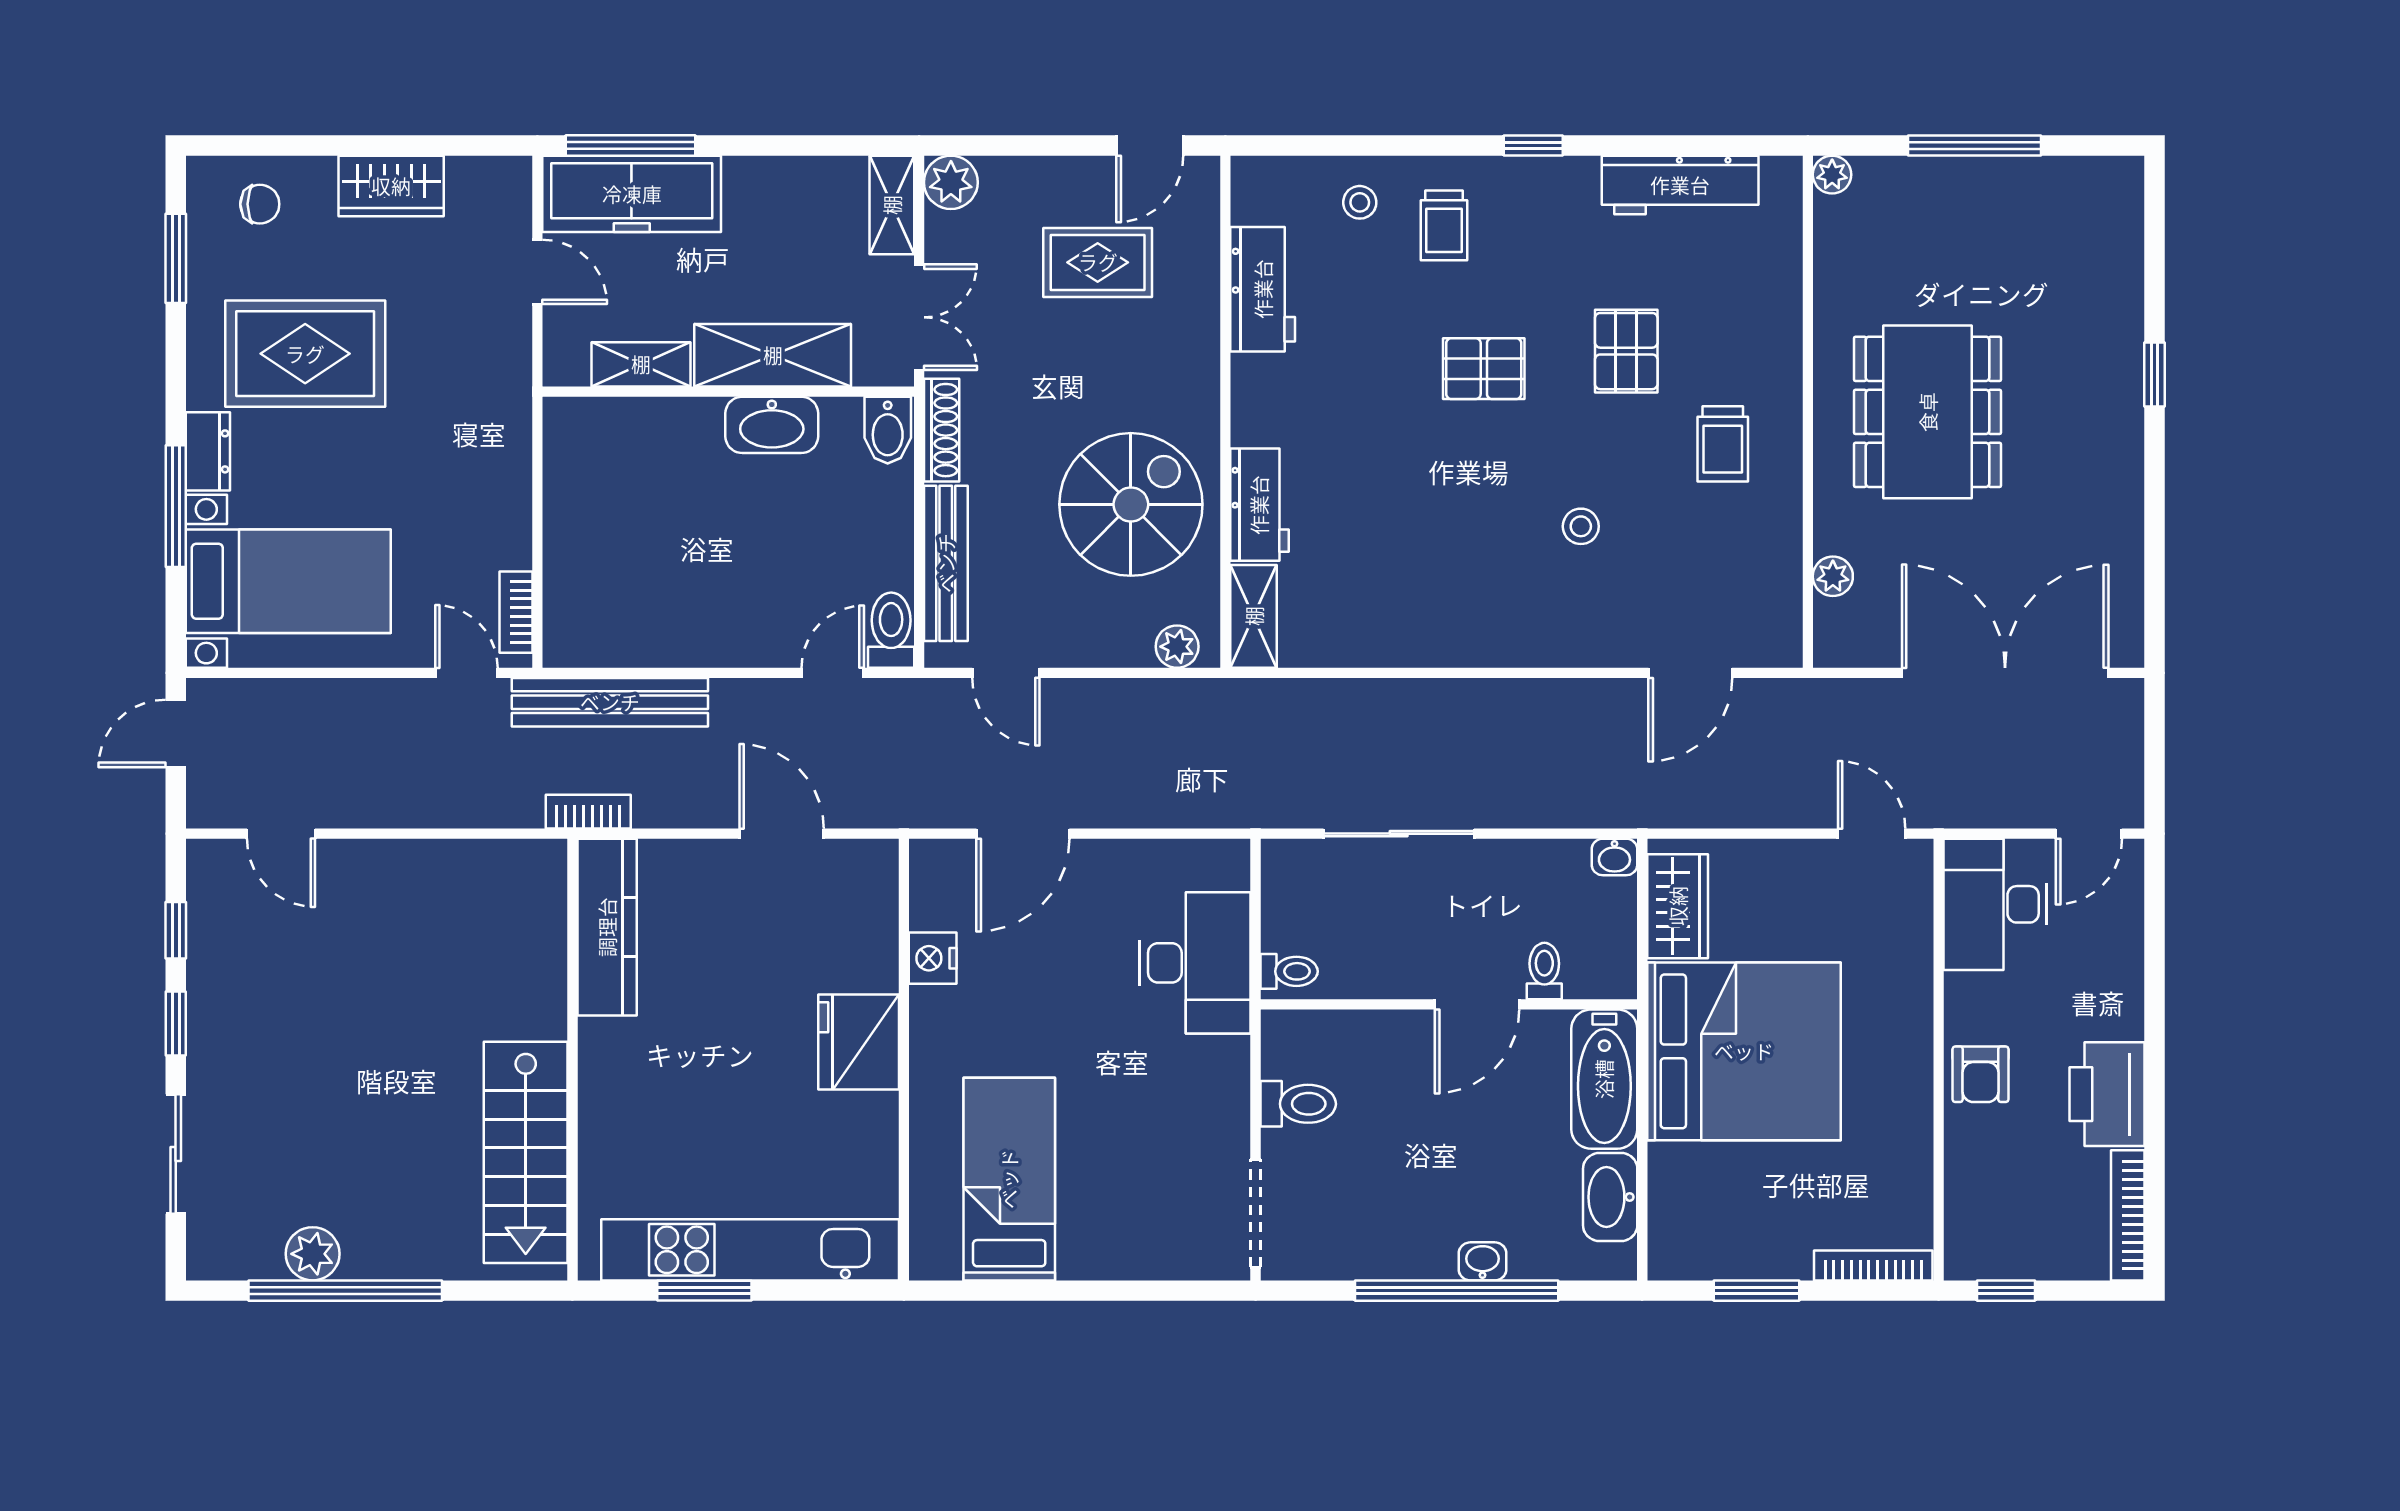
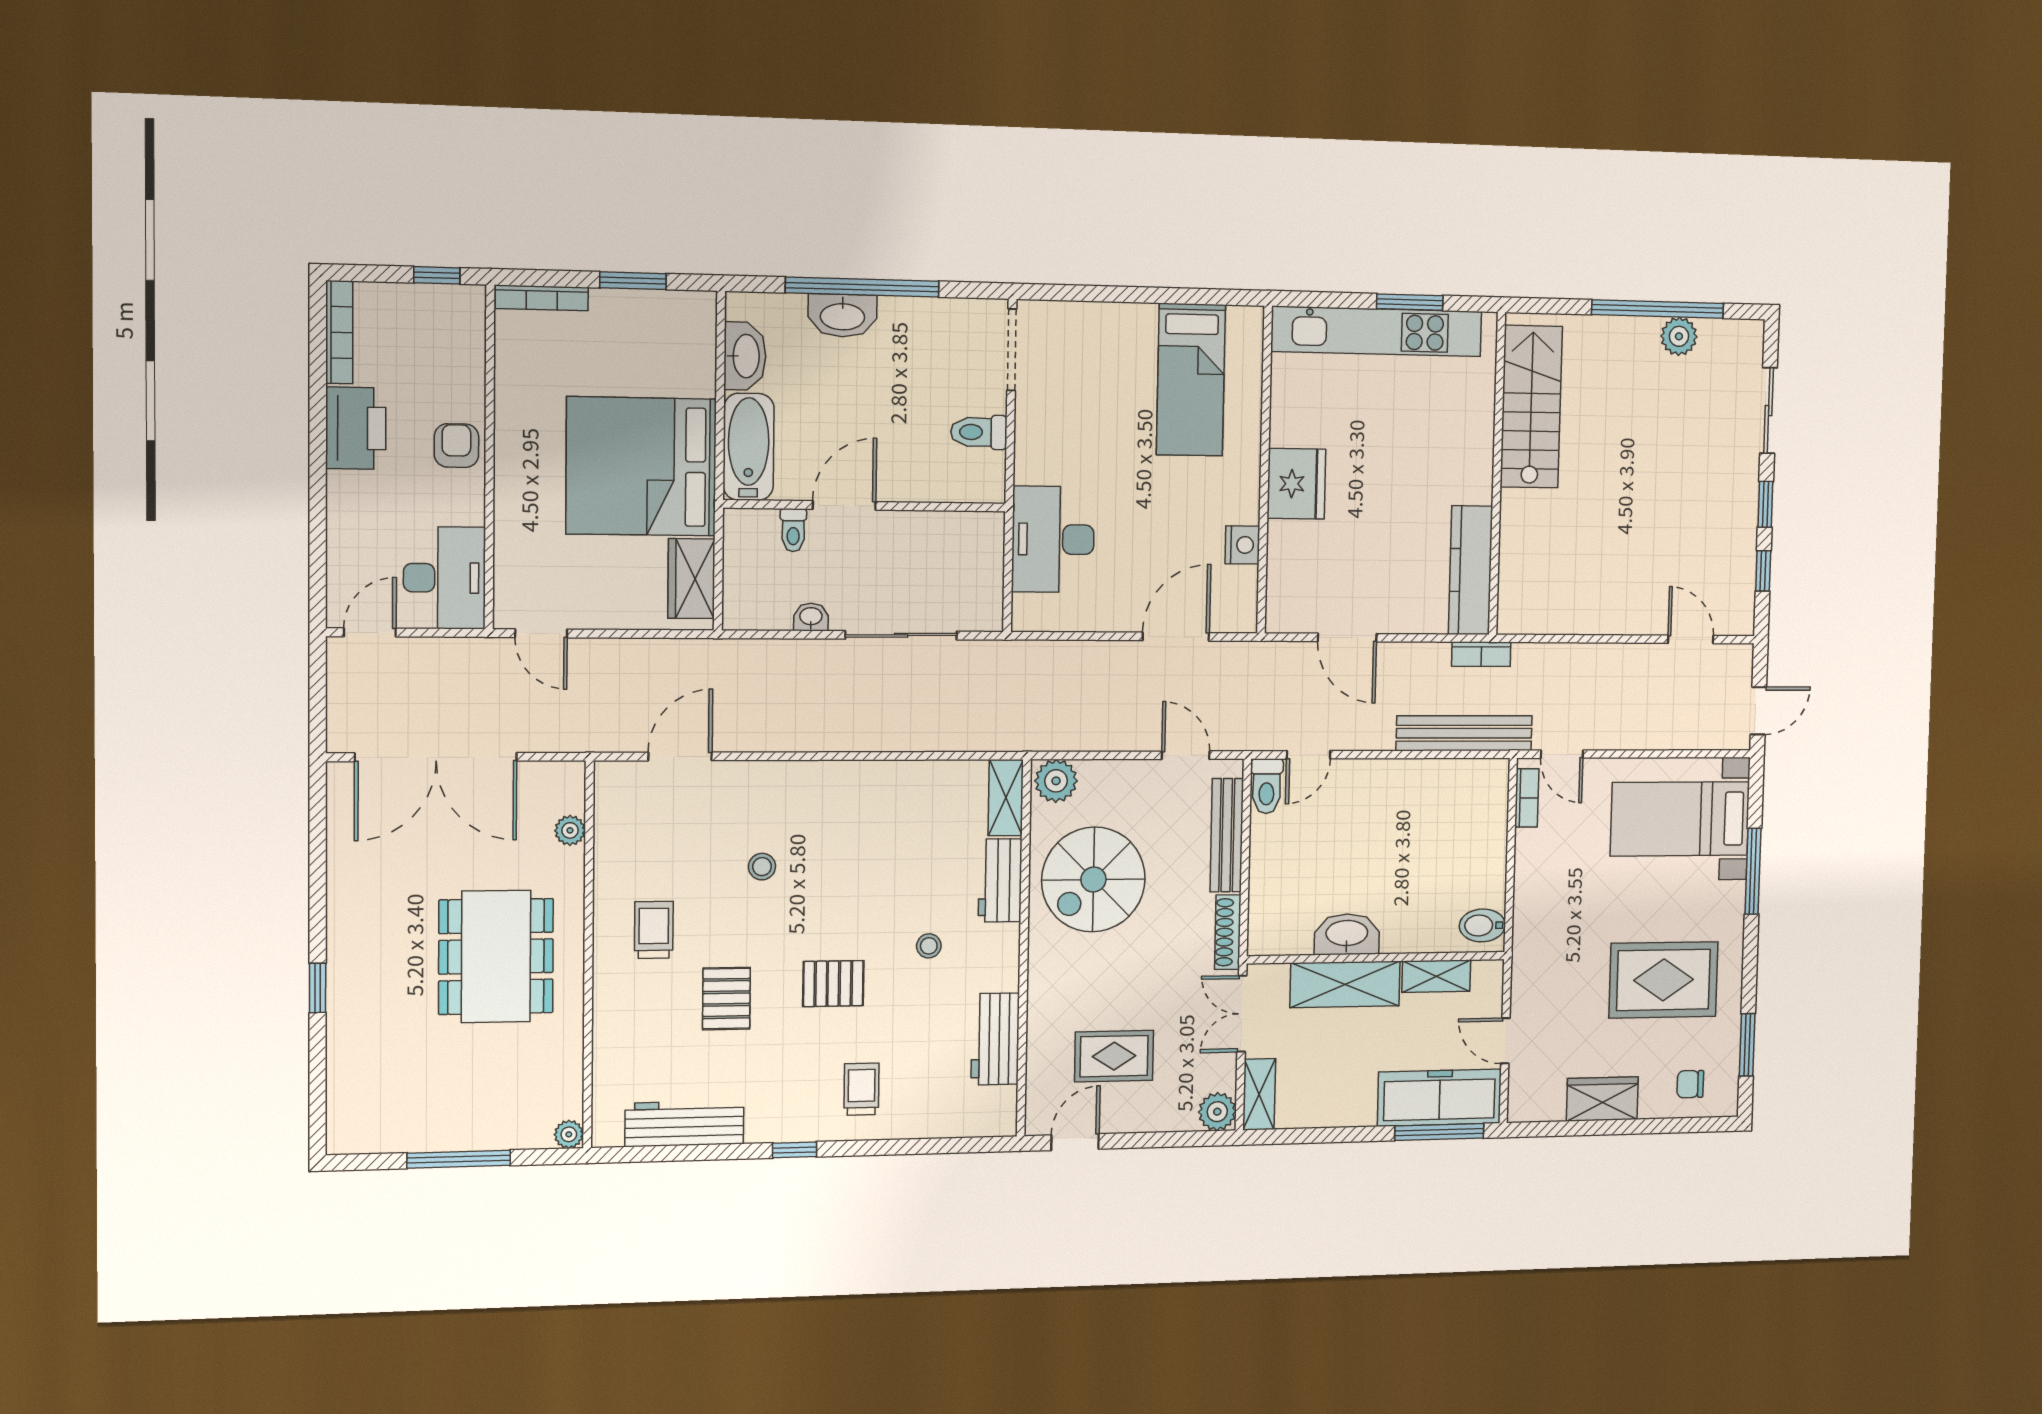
stool: (1360, 202) -> (929, 946), moved
bidet: (888, 430) -> (1482, 925), moved, turned -90
dresser: (208, 451) -> (1730, 910), removed
plant: (1177, 647) -> (1056, 781), width x1.38, depth x1.38
washbasin: (1614, 857) -> (811, 617), moved
toilet: (1289, 971) -> (984, 532), removed
washbasin: (1483, 1261) -> (842, 316), width x1.91, depth x1.45

